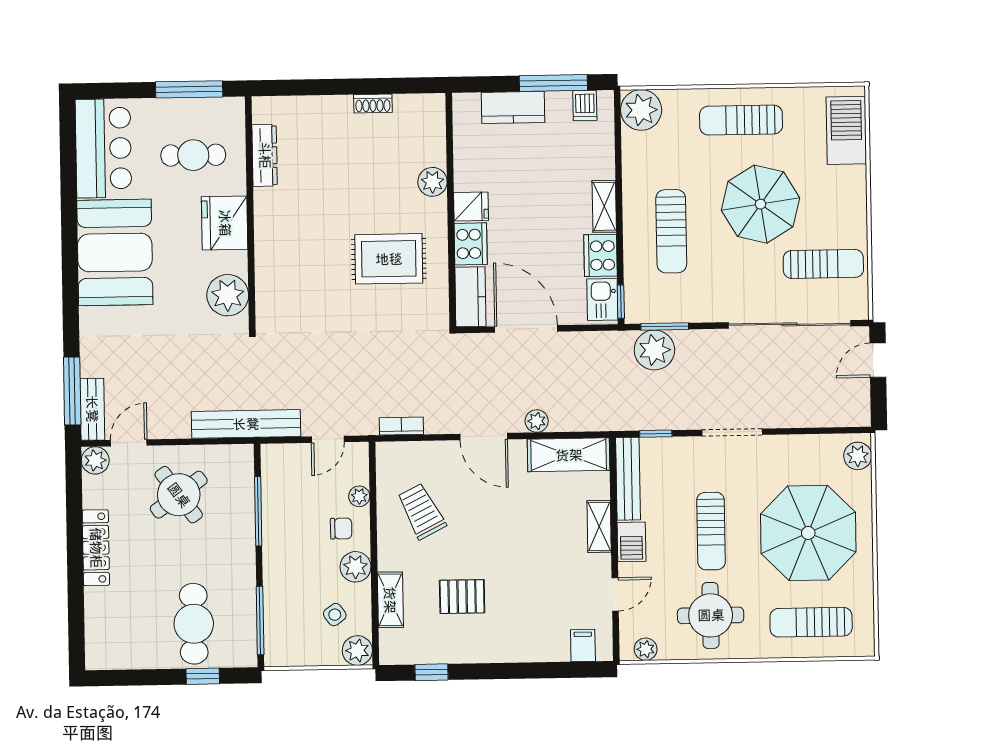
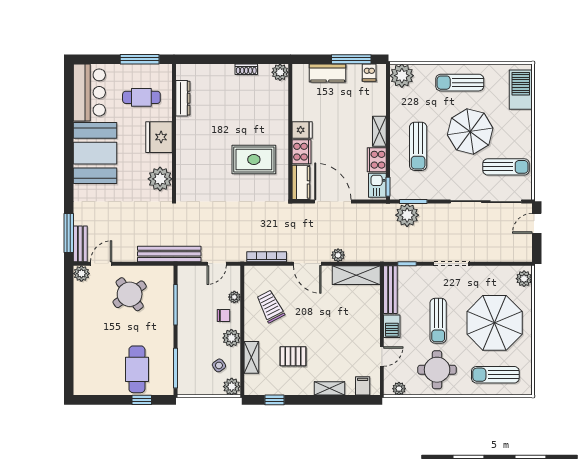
plant: (432, 182) -> (280, 72), moved
bookcase: (401, 426) -> (267, 257), width x1.56
shelving: (599, 526) -> (329, 388), moved, turned 90
locker: (96, 548) -> (81, 324), removed

